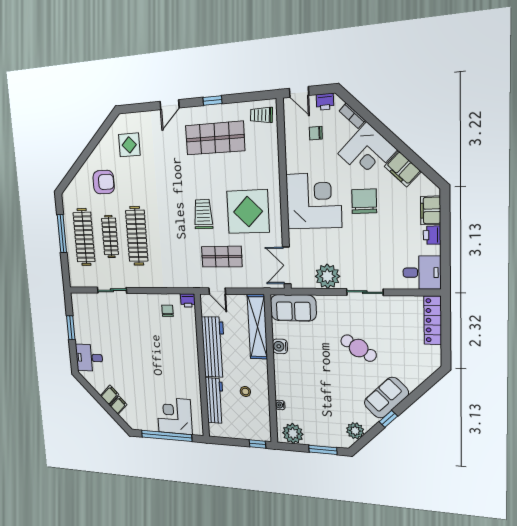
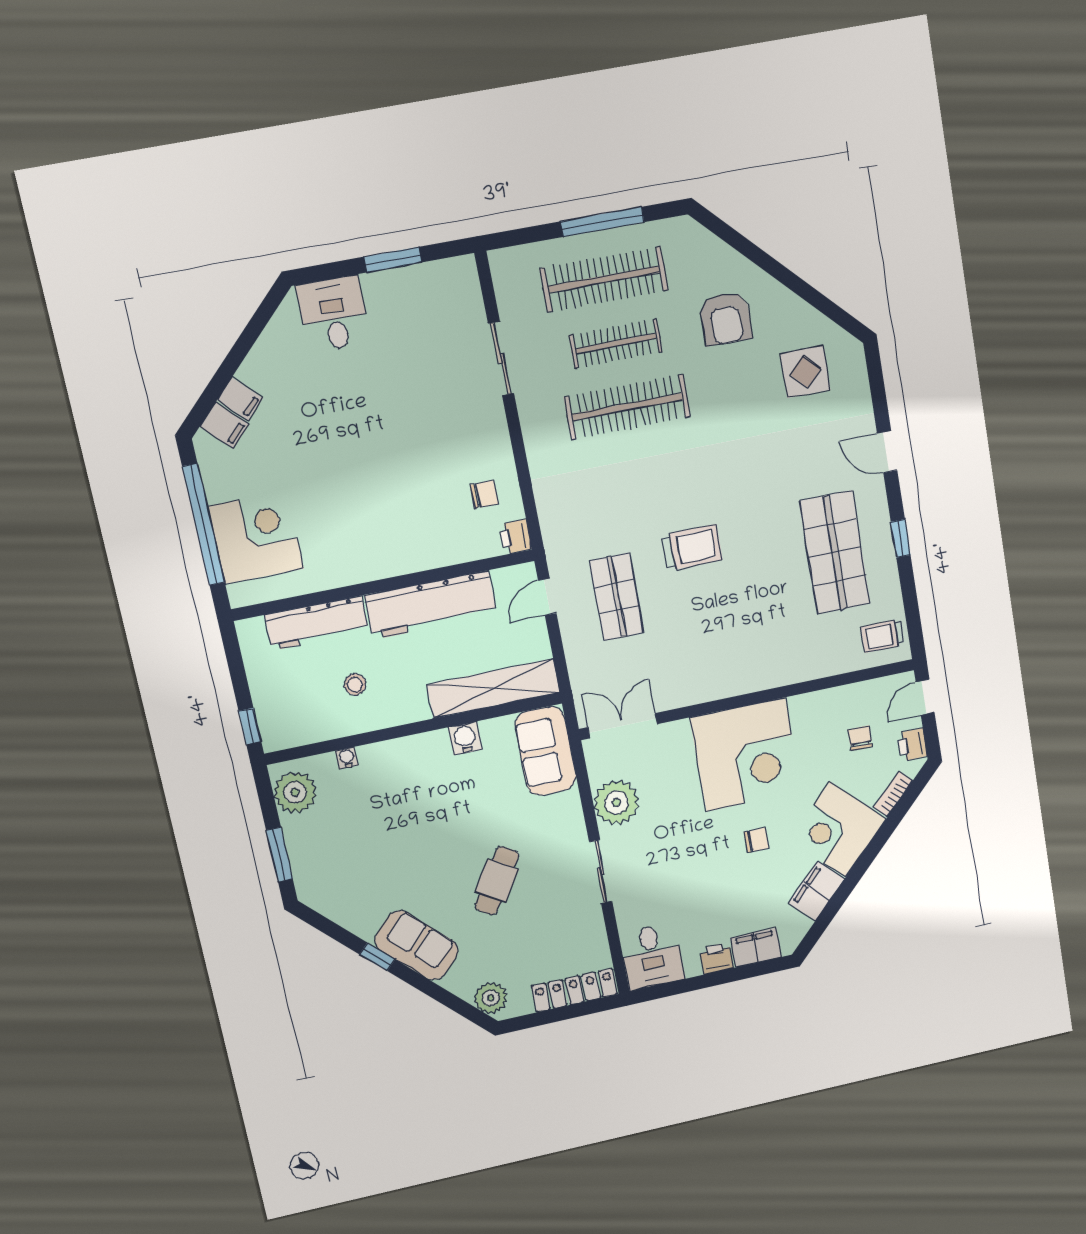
trolley: (261, 115) -> (882, 636), turned -94
chair: (364, 201) -> (756, 840), width x0.54, depth x0.54
display table: (248, 212) -> (710, 637), removed
filing cabinet: (110, 395) -> (224, 426), moved
plant: (355, 431) -> (491, 998), moved

